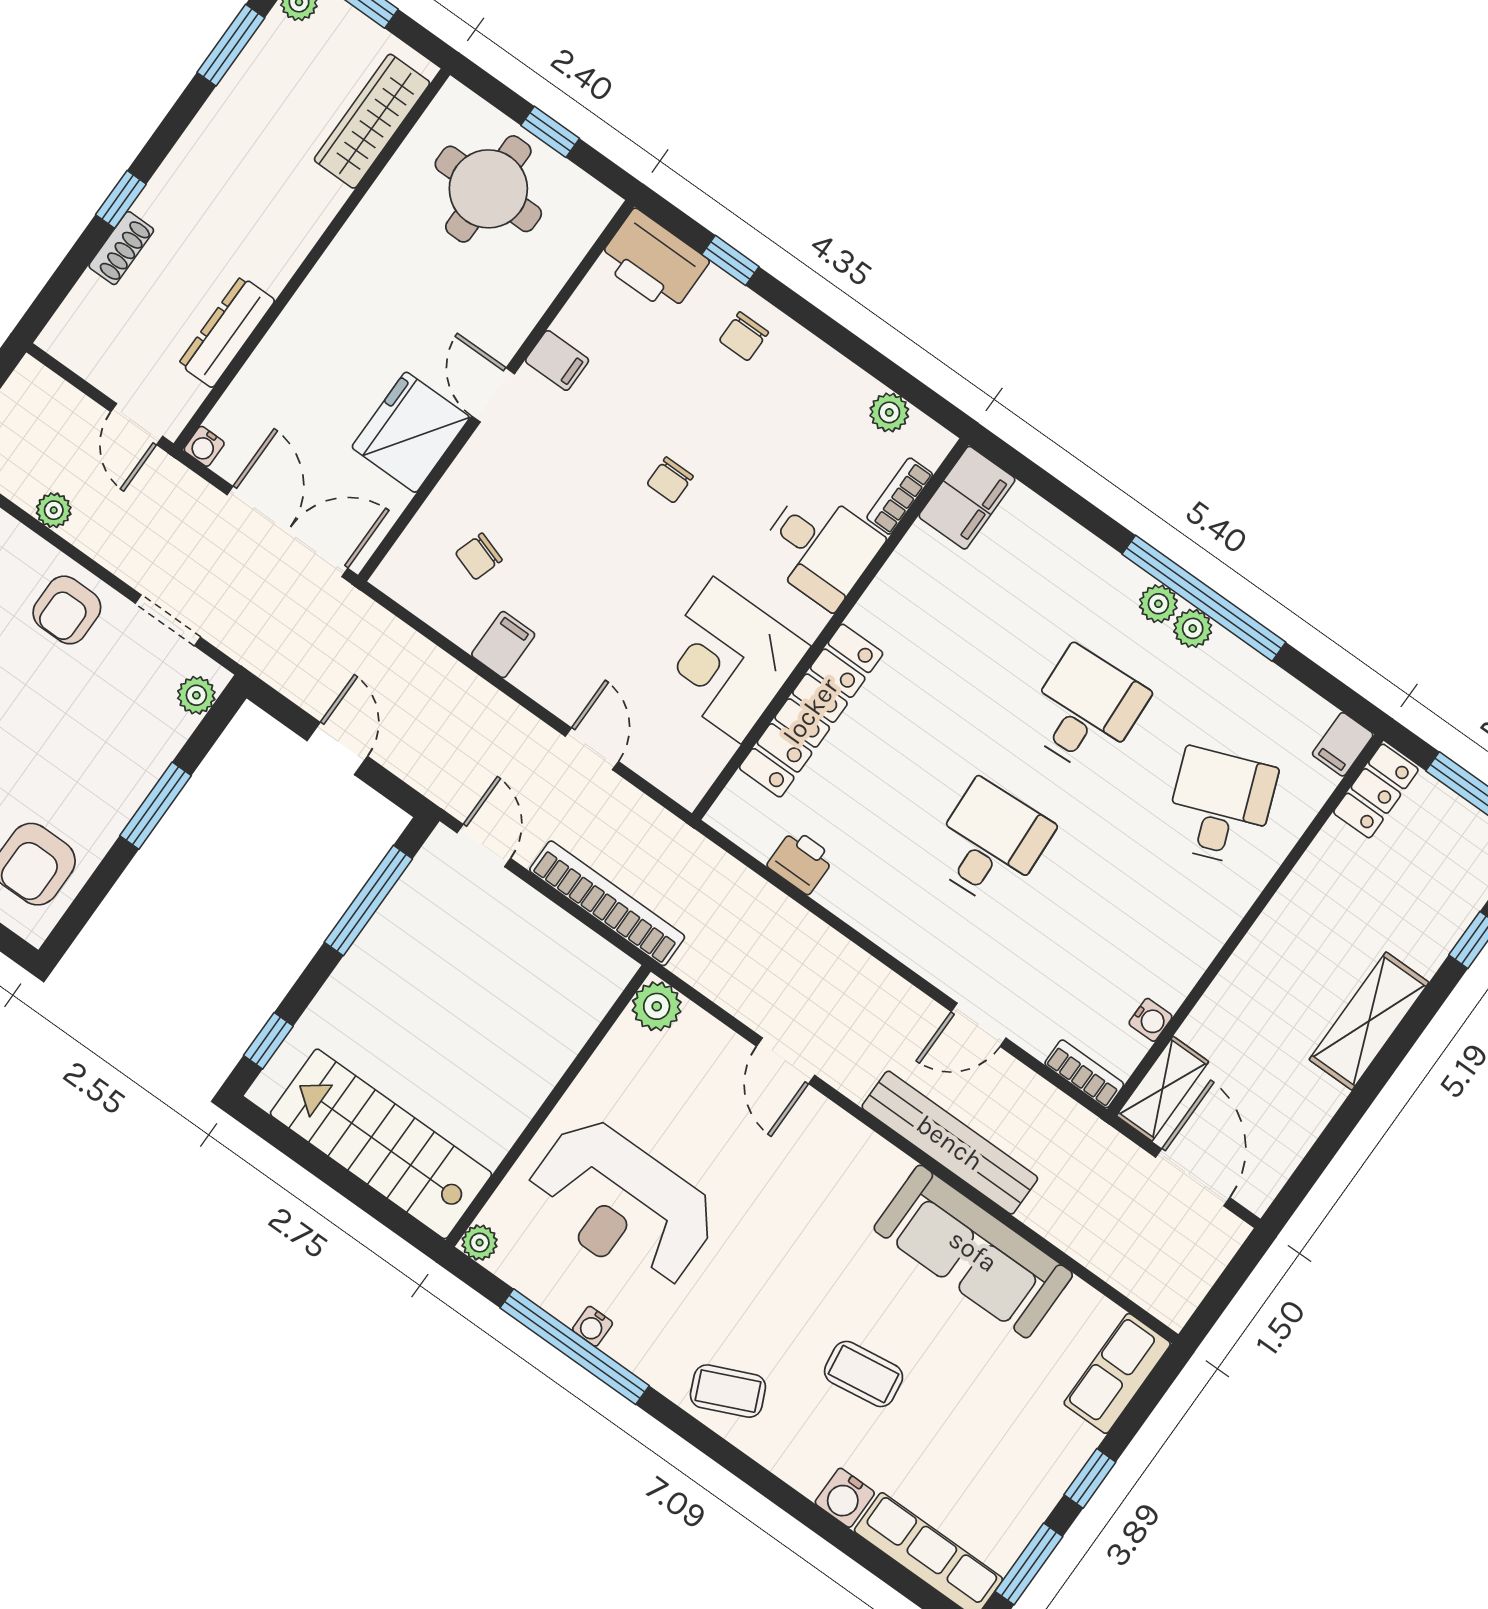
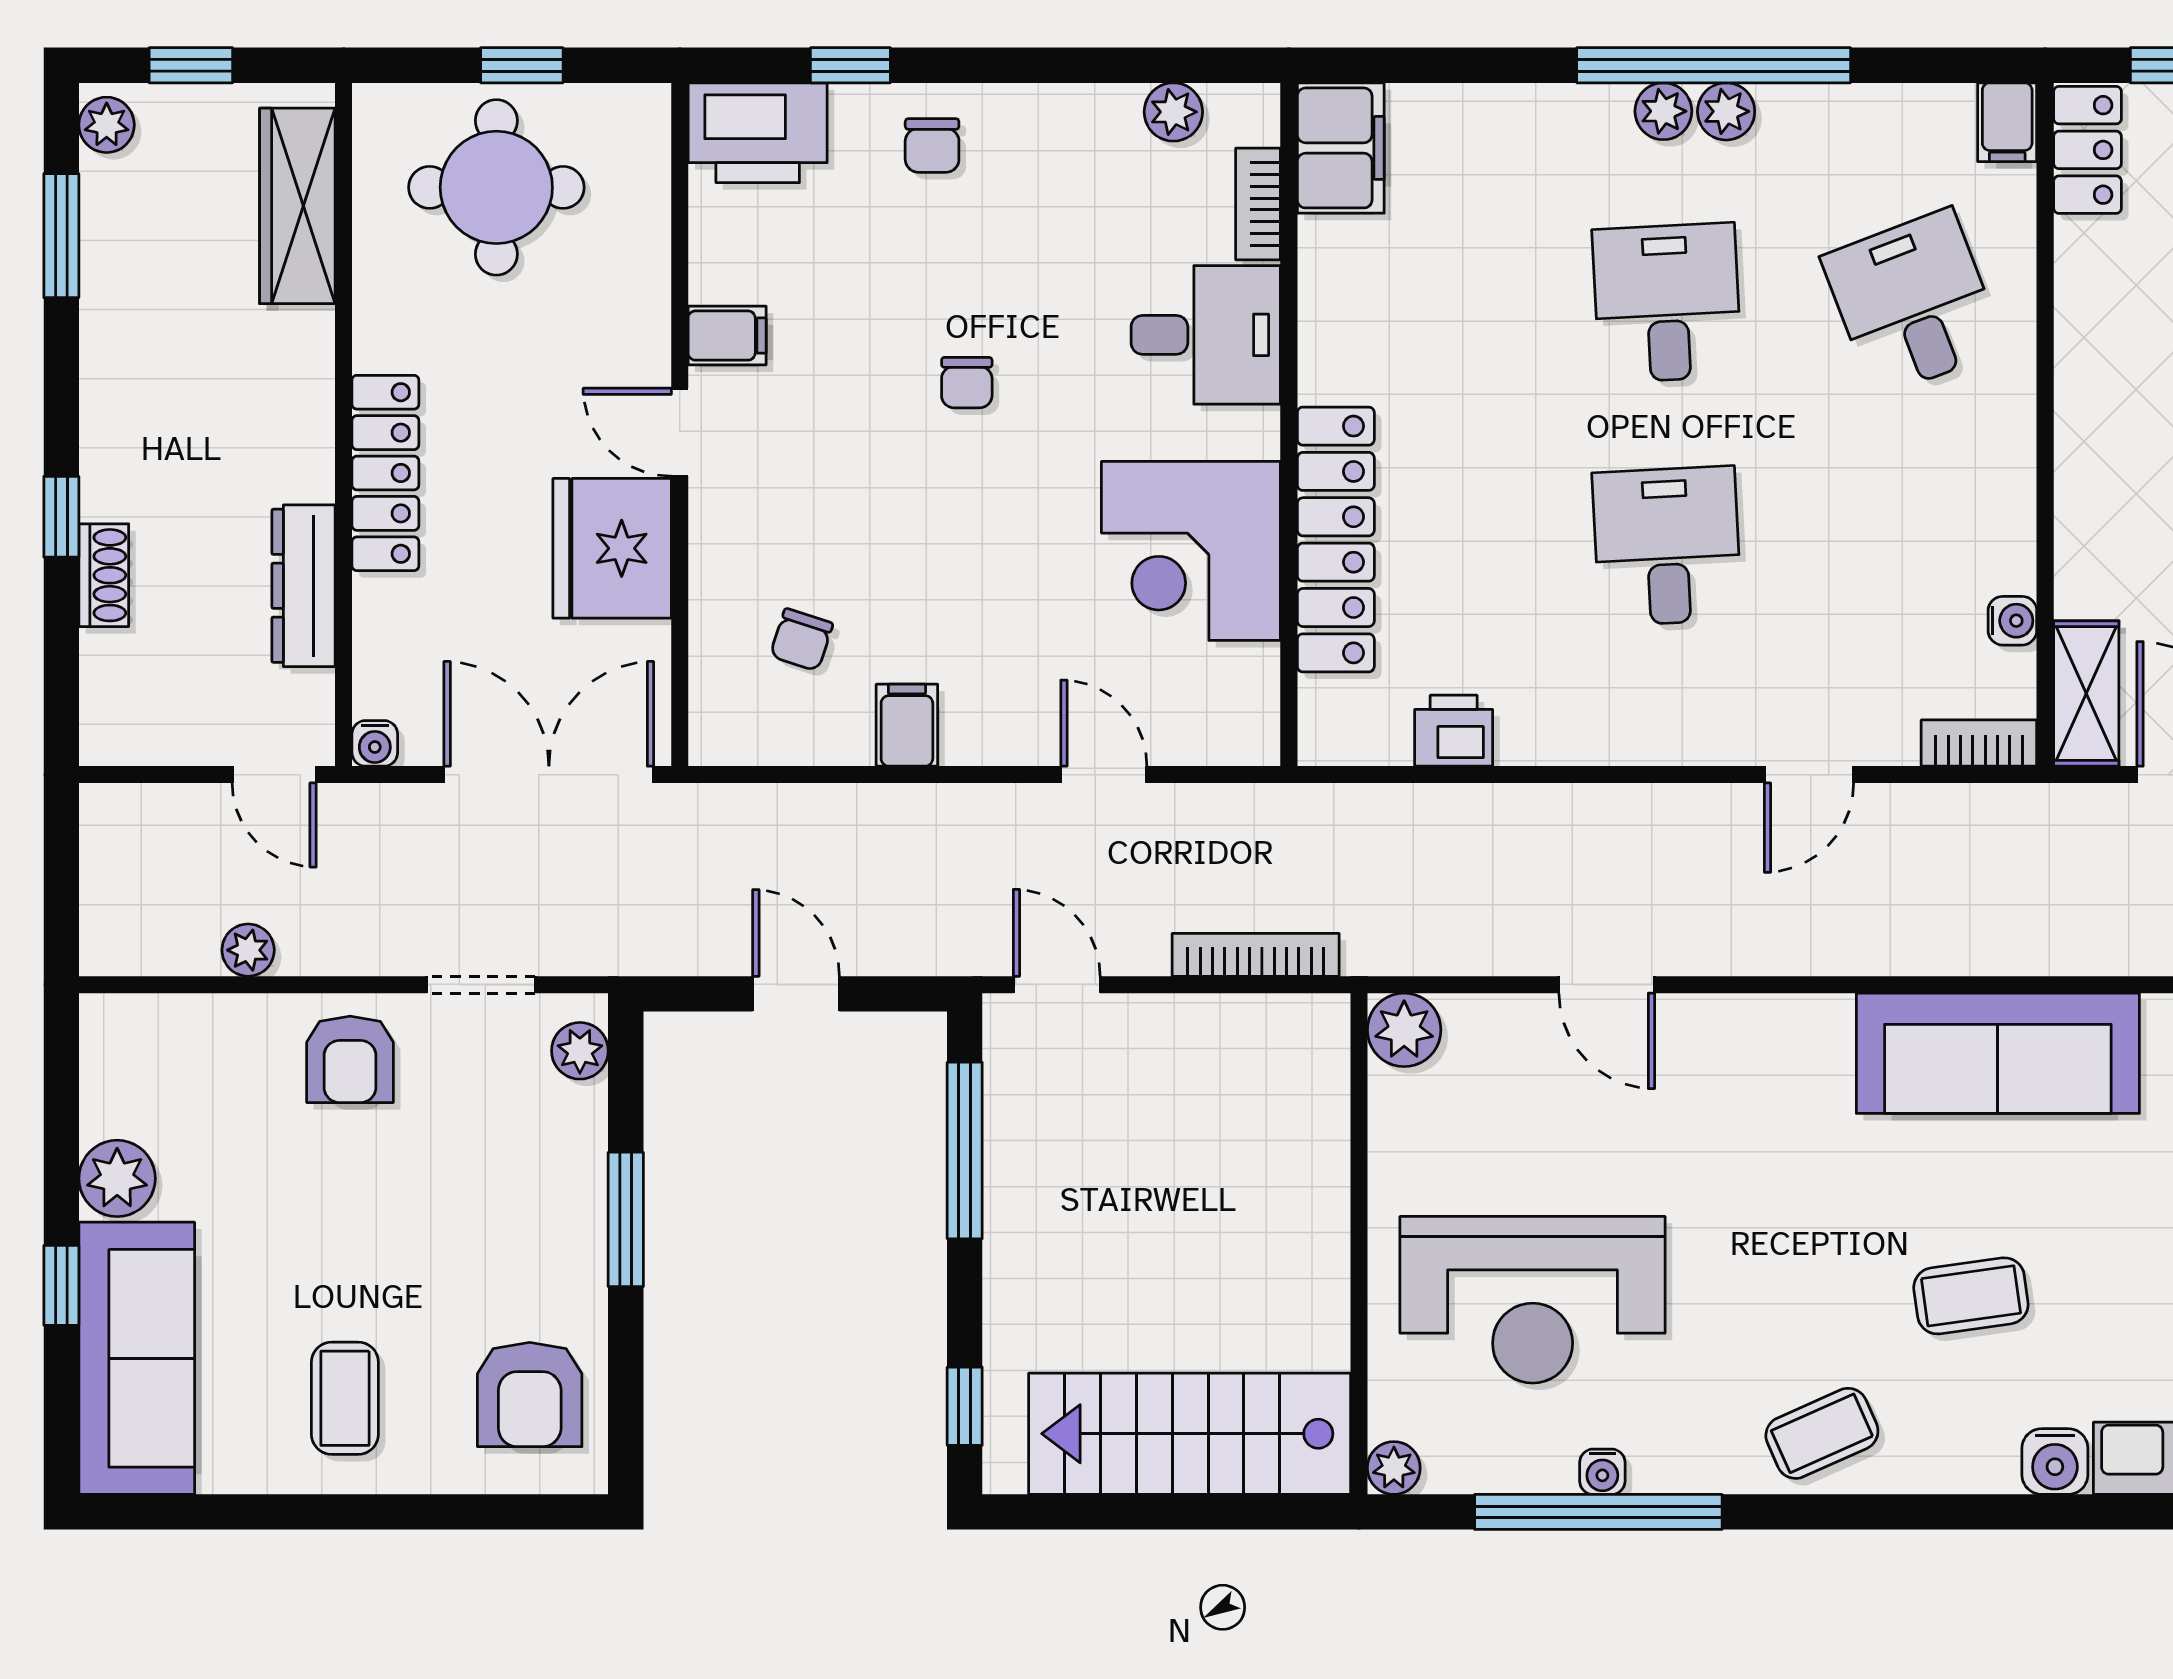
locker: (316, 302) -> (385, 473), added
bookcase: (607, 903) -> (1256, 955), width x0.68, depth x0.76
bench: (950, 1143) -> (1876, 942), removed

